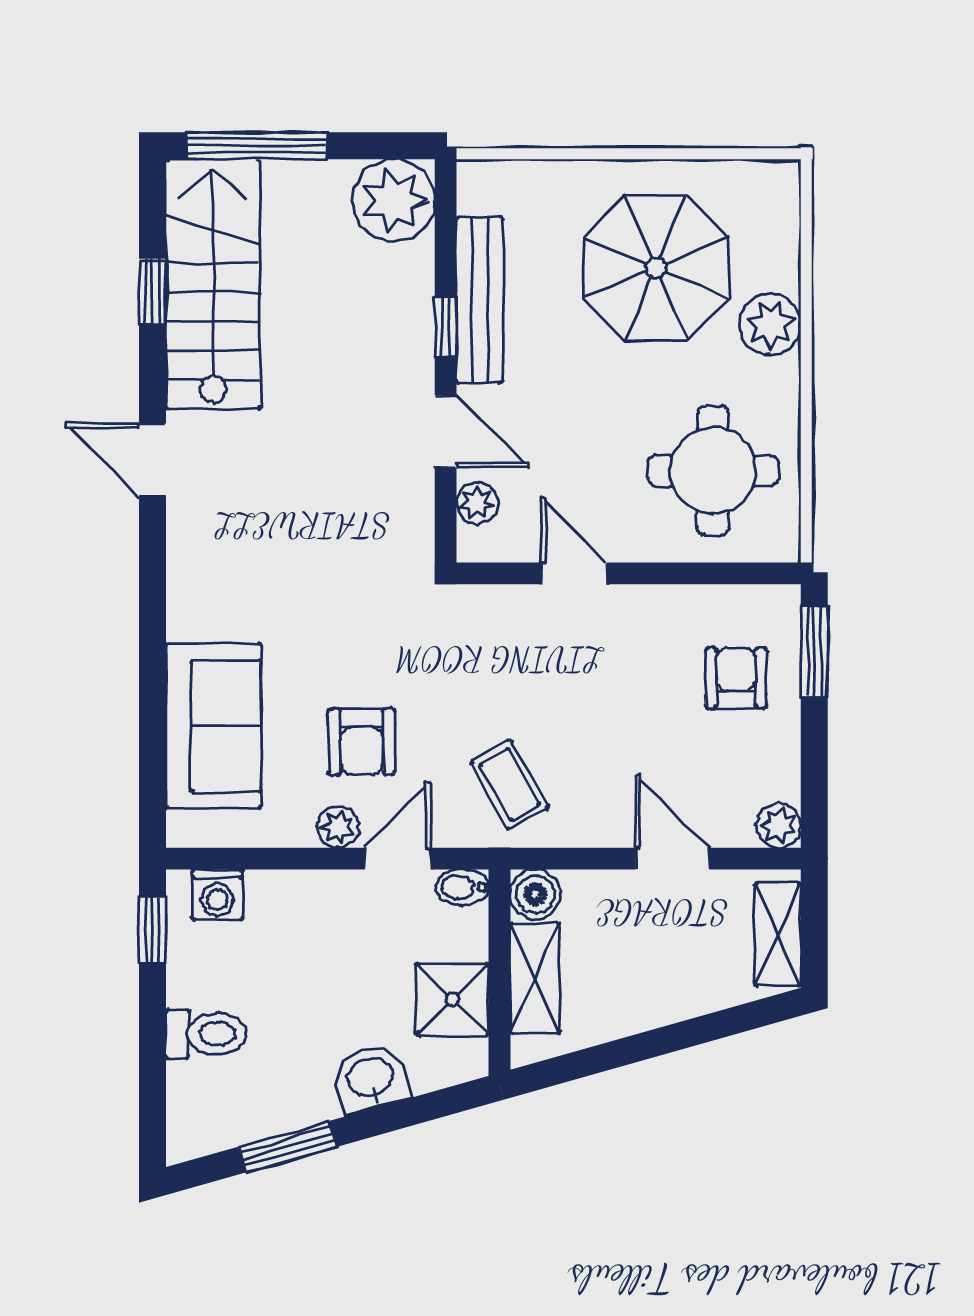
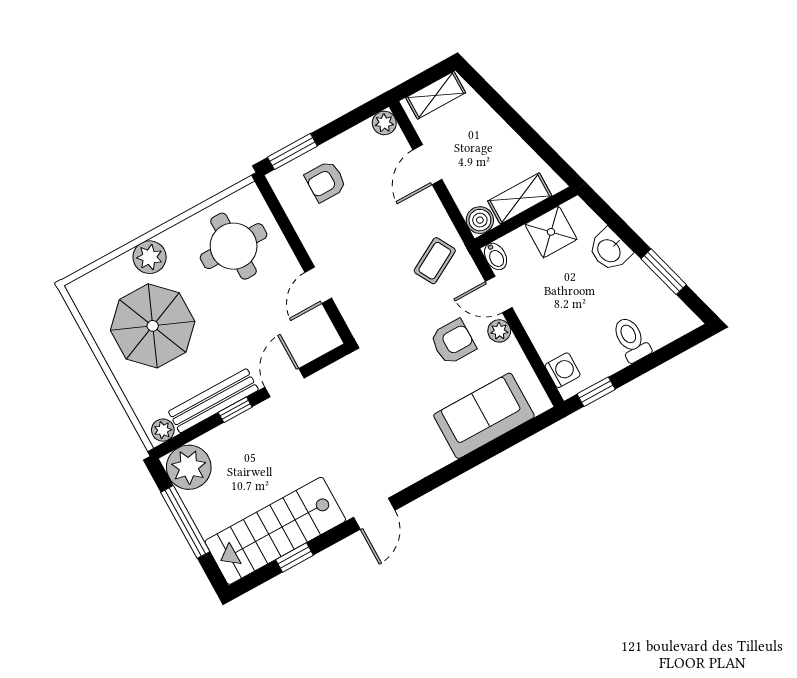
window: (257, 146) -> (185, 522), moved
plant: (477, 503) -> (163, 430), moved

